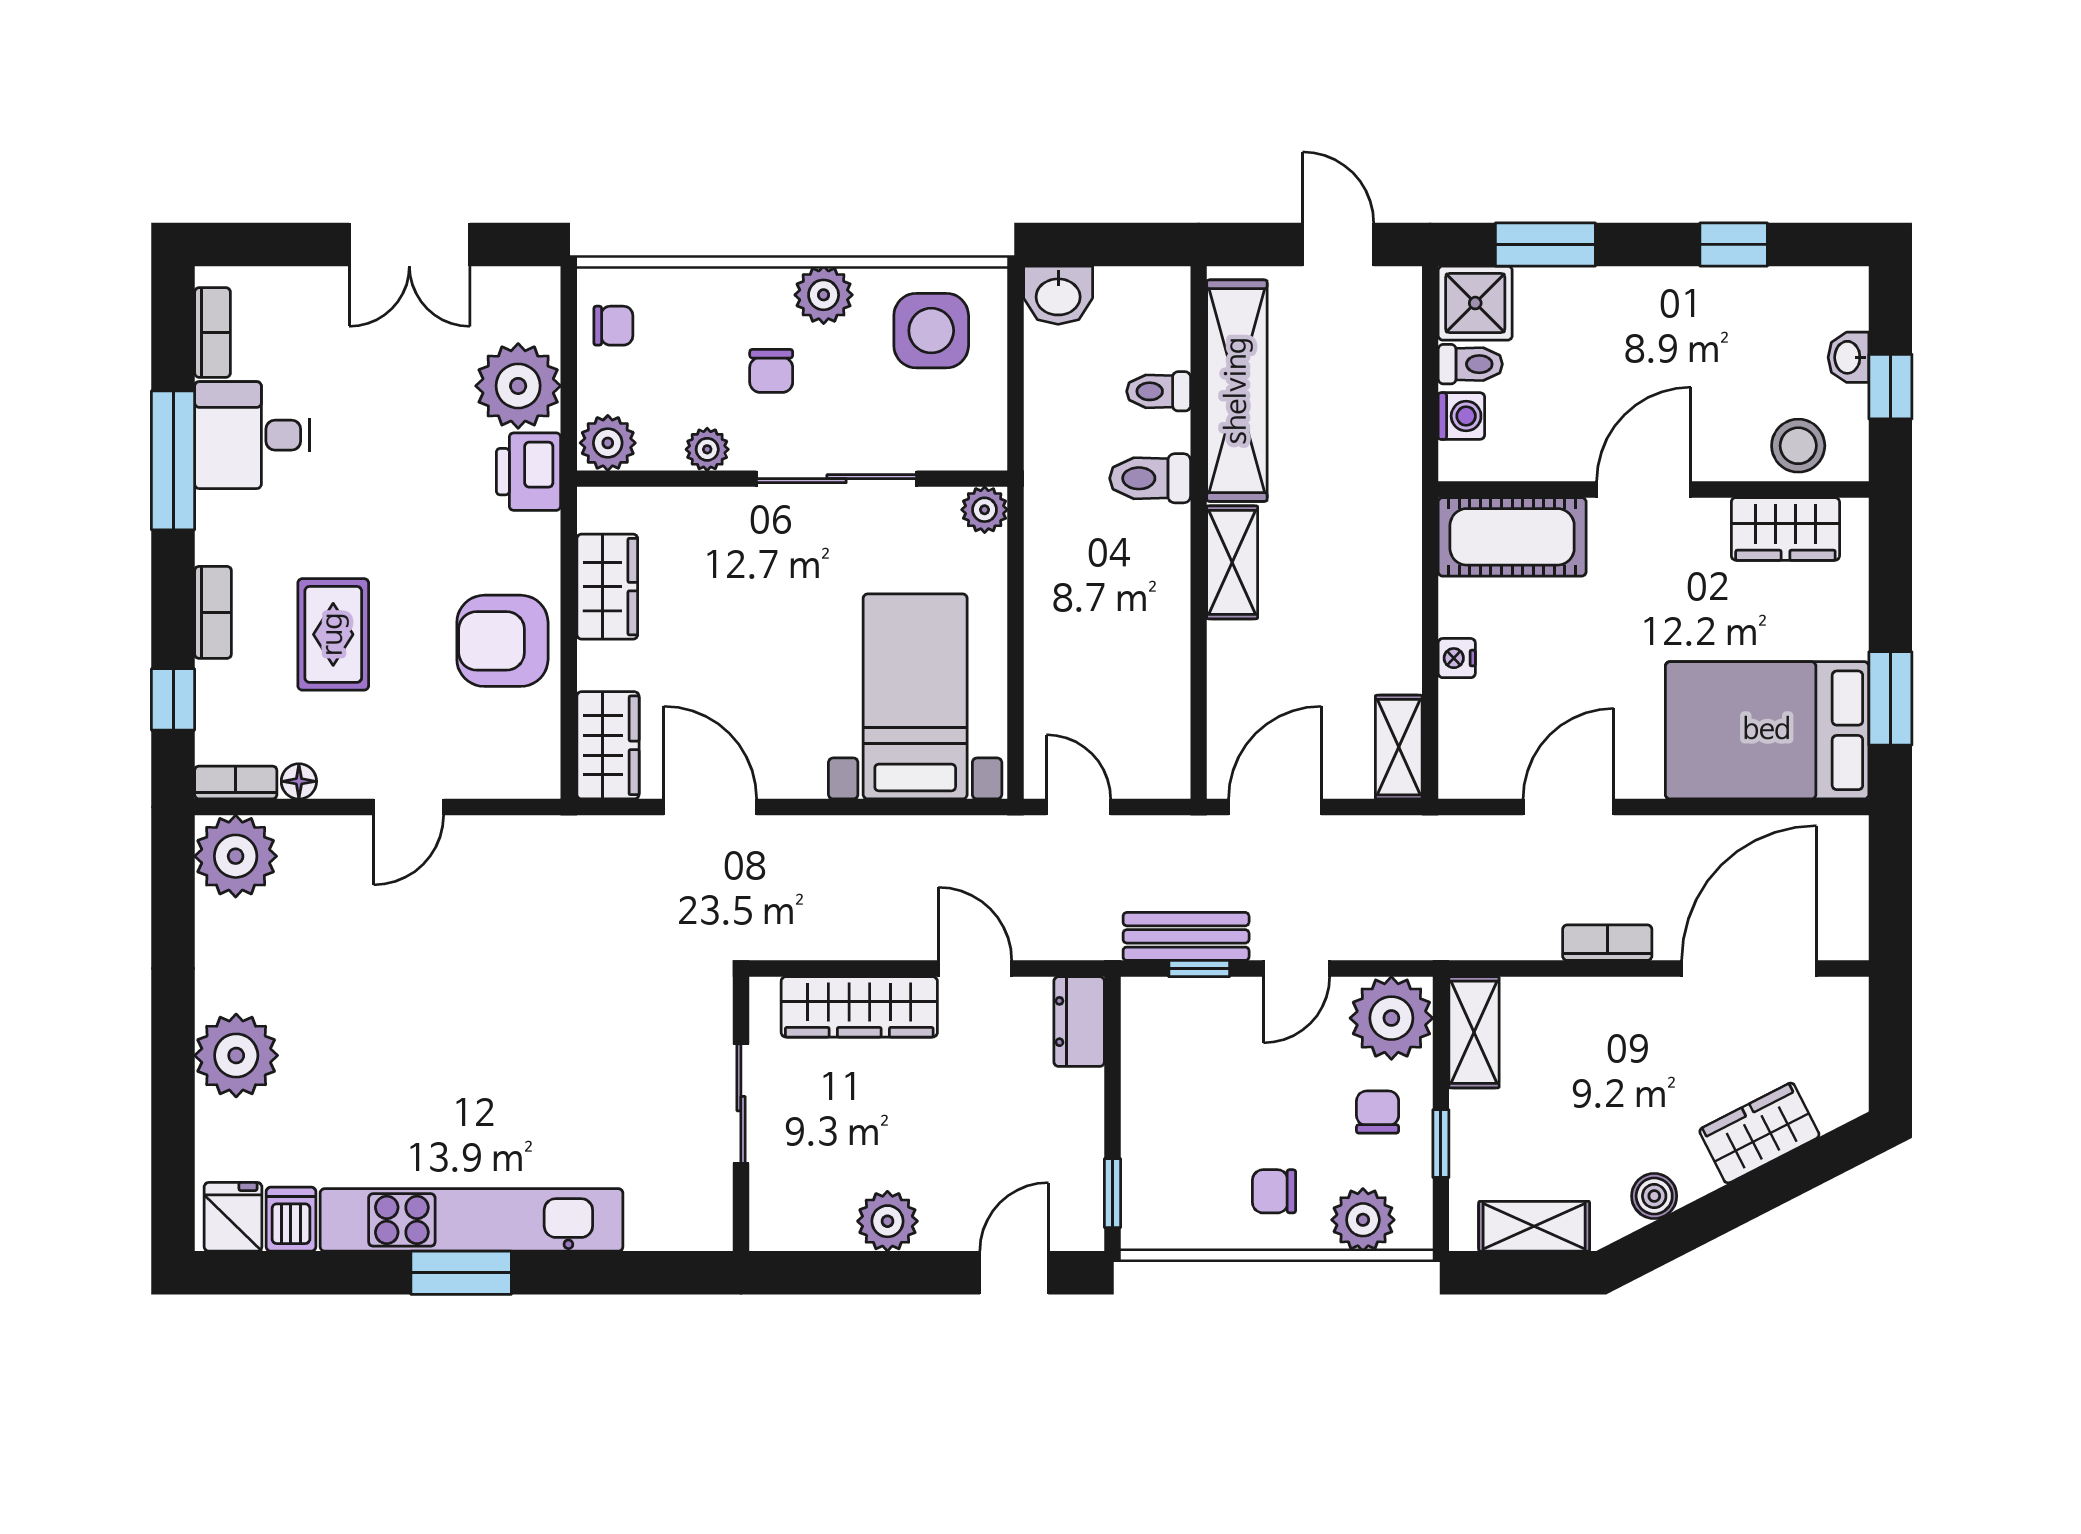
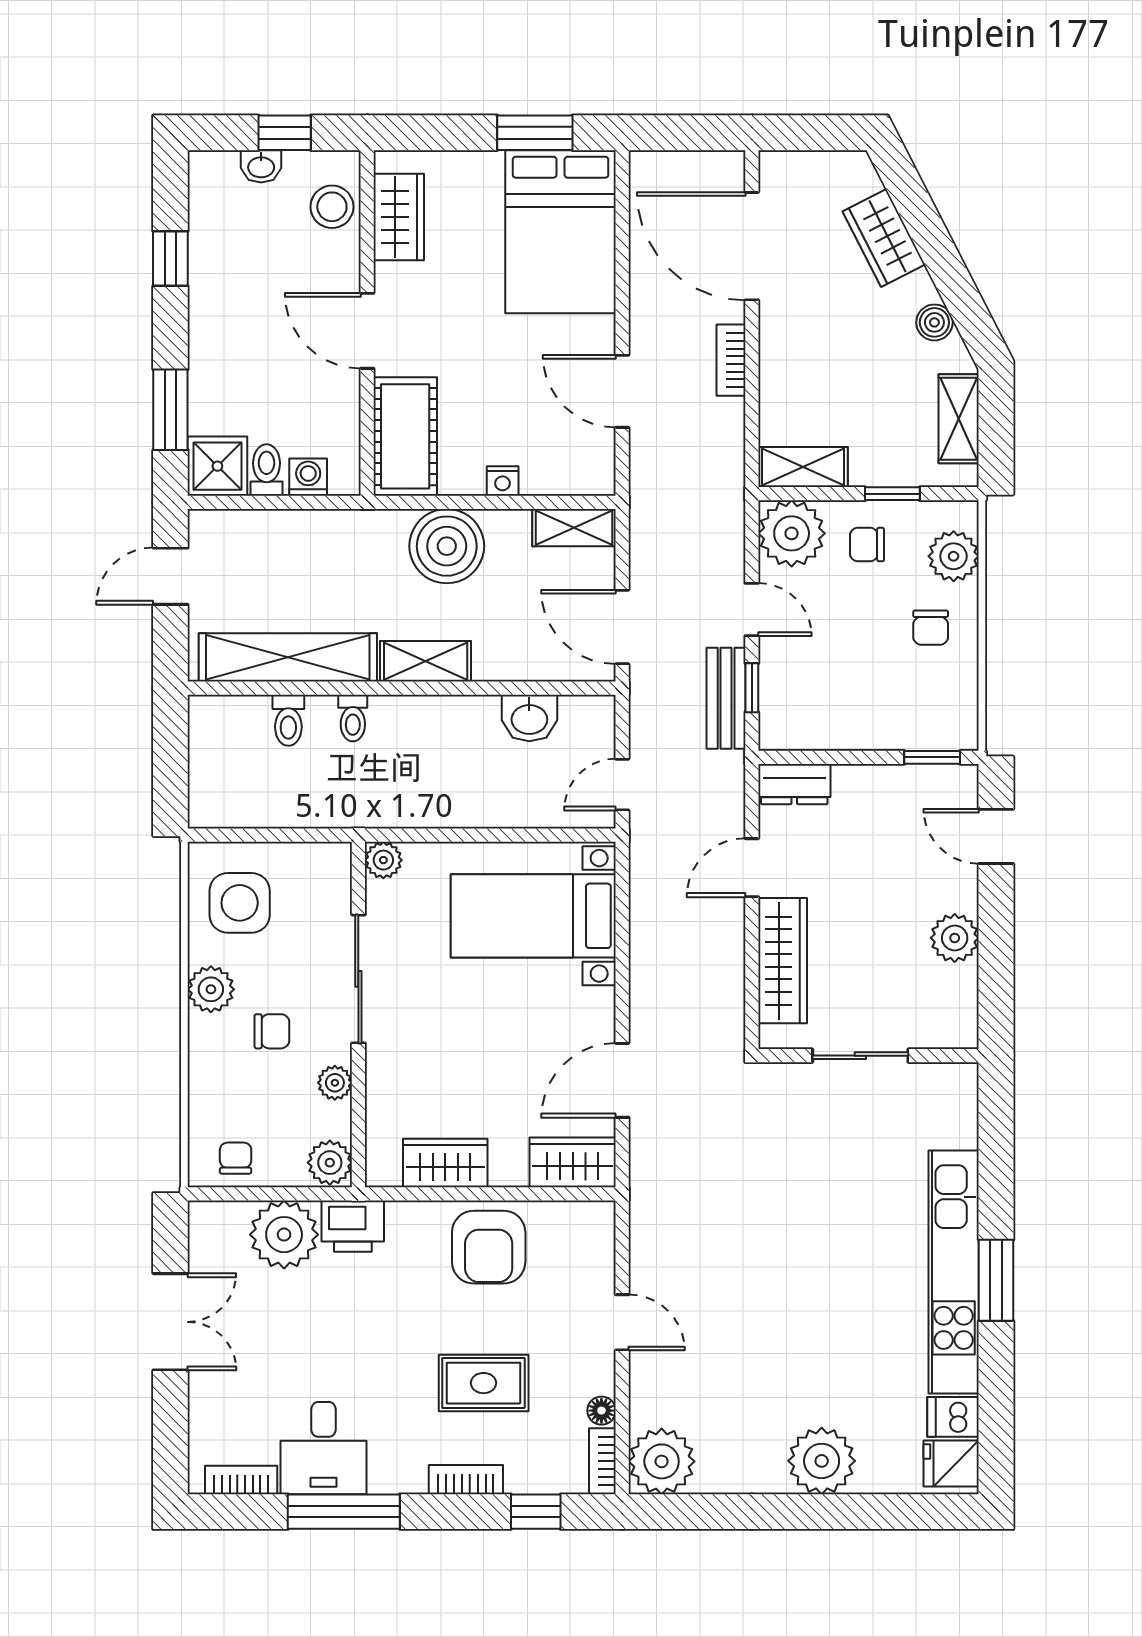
washbasin: (1058, 295) -> (529, 718), moved, turned 90
toilet: (1150, 478) -> (353, 718), width x0.73, depth x0.72
boiler: (1376, 589) -> (447, 546), added

